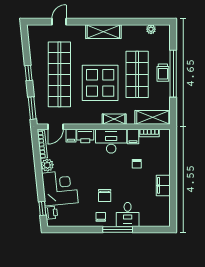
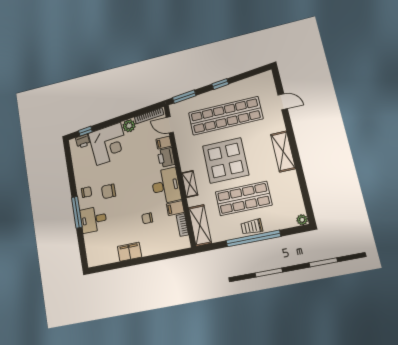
plant: (151, 29) -> (302, 220), moved

